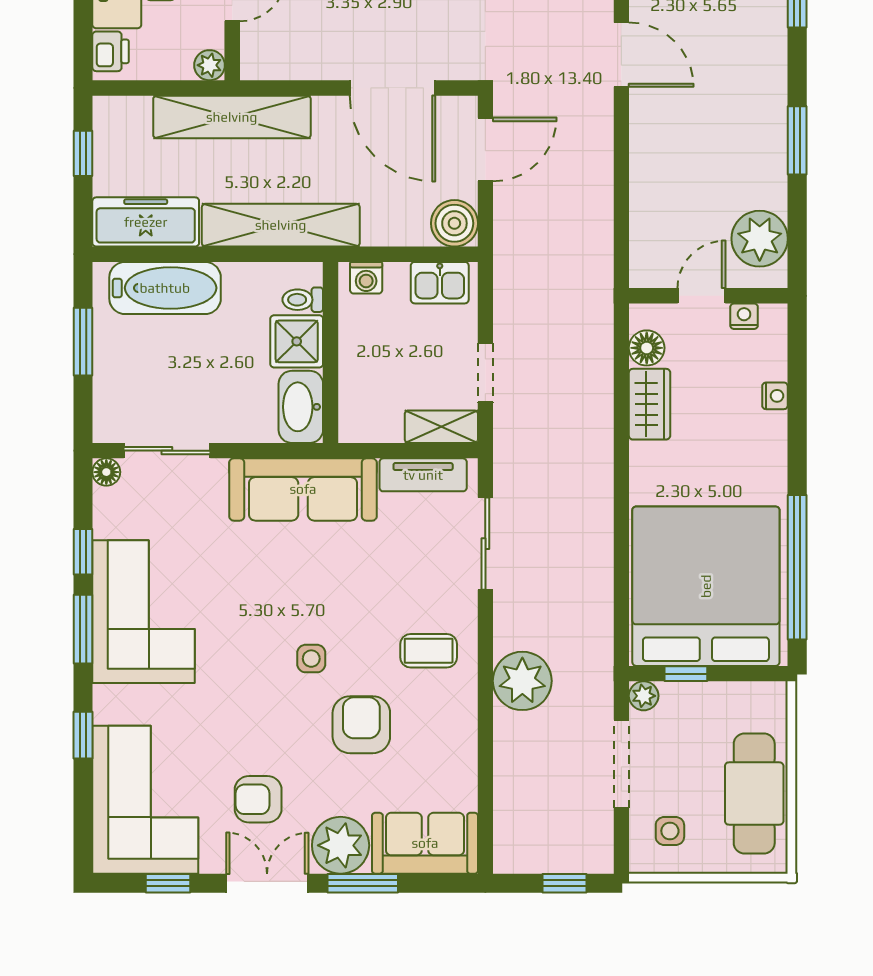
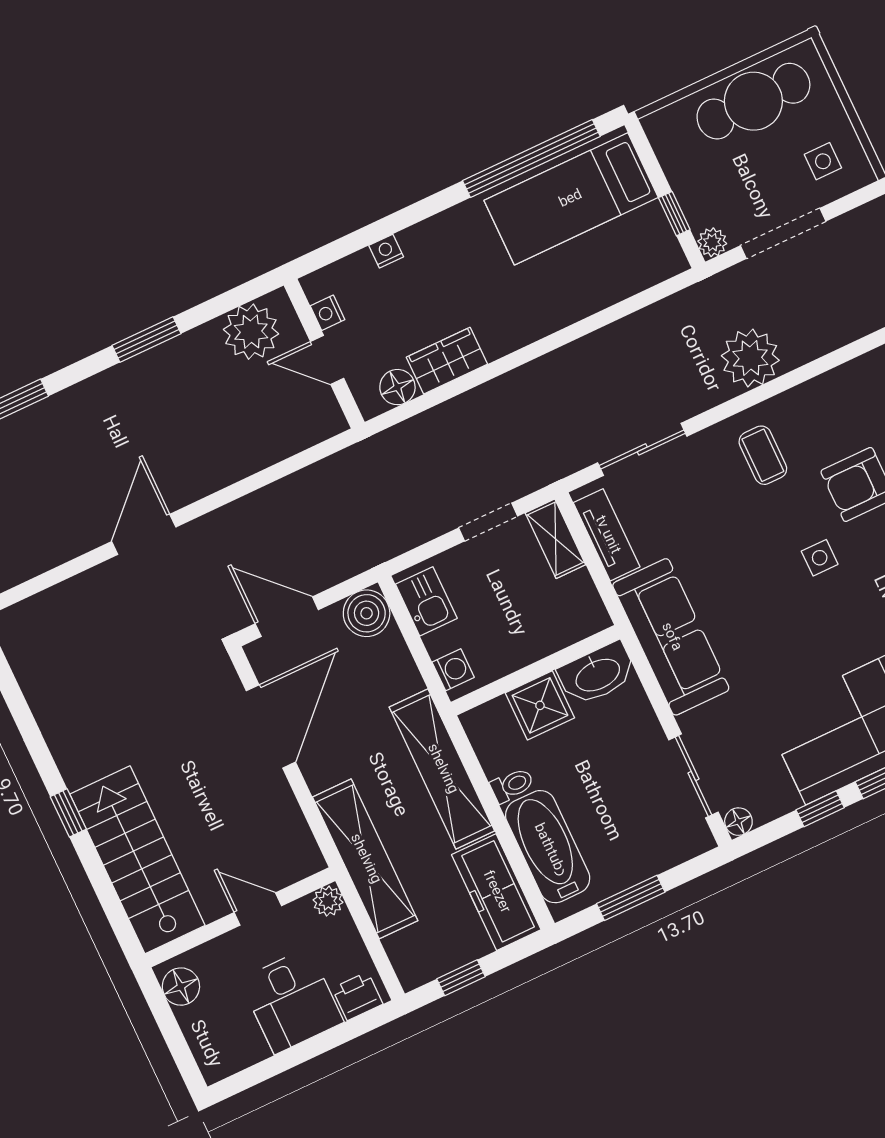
toilet: (303, 300) -> (512, 785), moved, turned -90
bed: (706, 586) -> (571, 199), width x0.49

